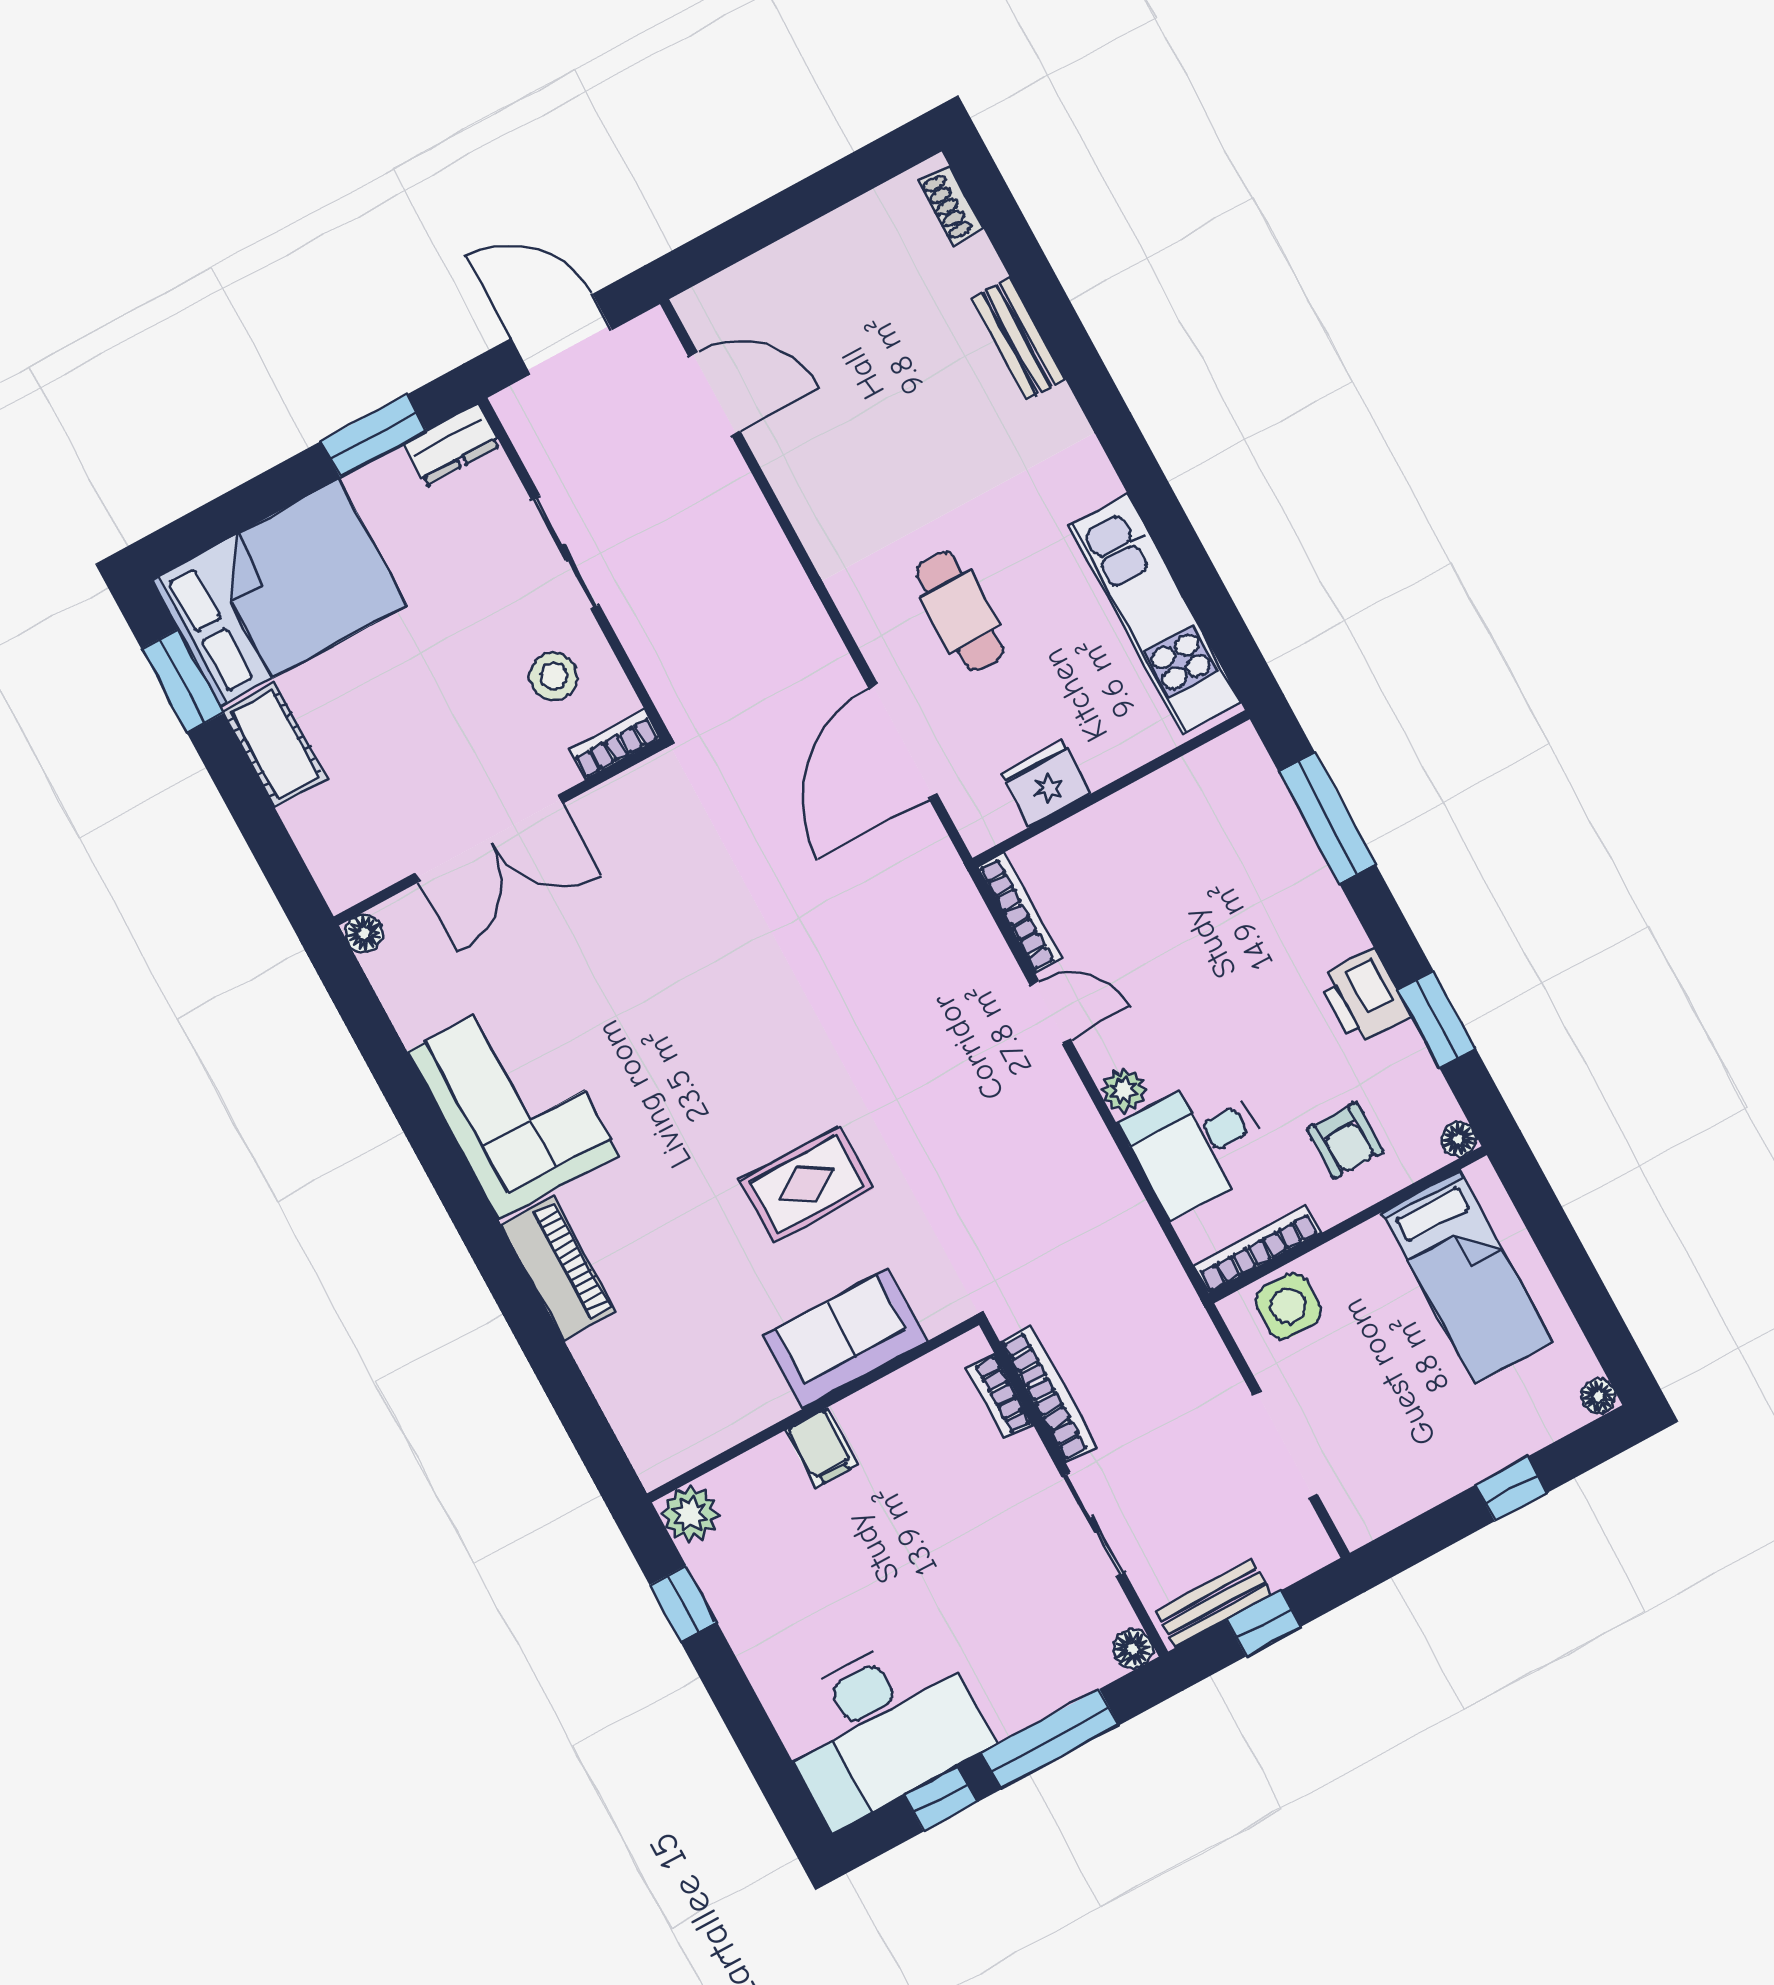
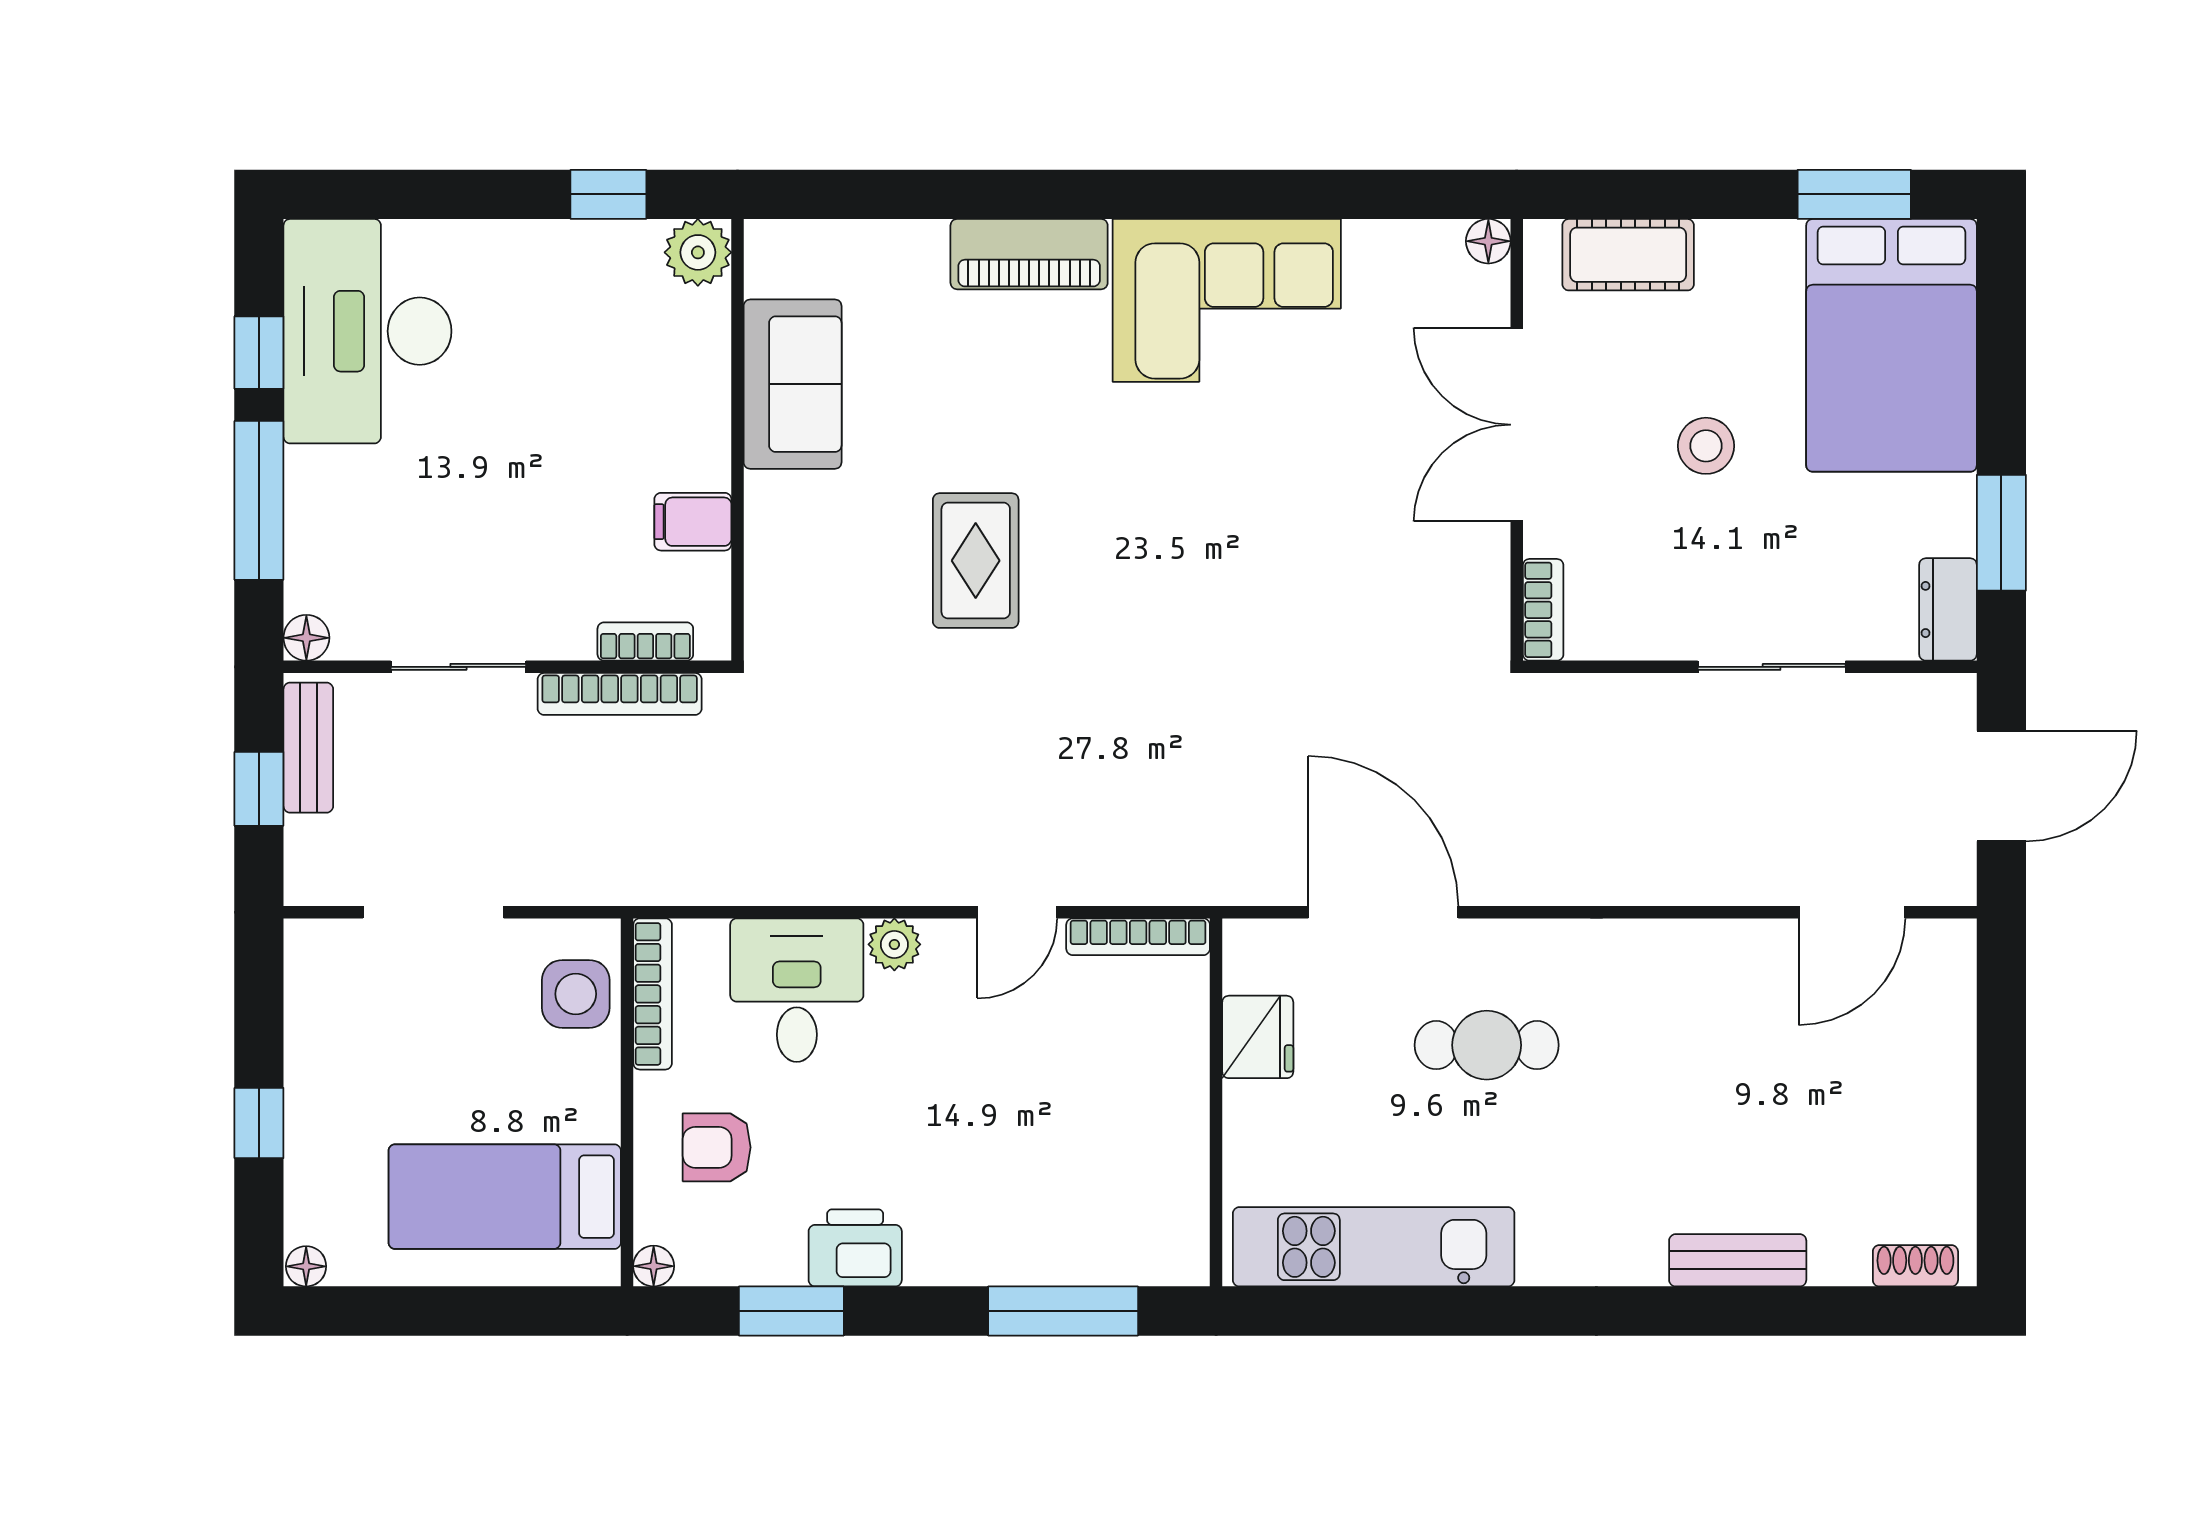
stool: (554, 676) -> (1706, 446), moved
cot: (275, 745) -> (1628, 255), moved
sofa: (846, 1339) -> (793, 384), moved
filing cabinet: (821, 1447) -> (693, 522), moved

